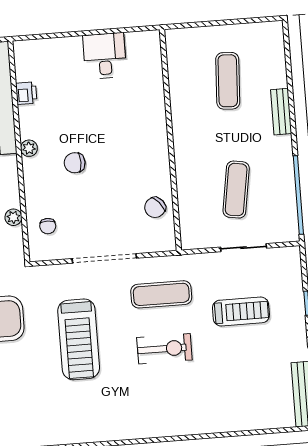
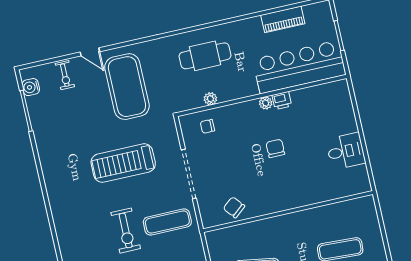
printer: (26, 93) -> (282, 101), moved
chair: (75, 163) -> (275, 148), moved
exercise mat: (161, 294) -> (167, 222), turned 90

